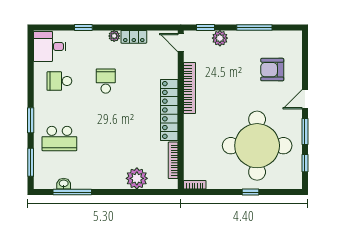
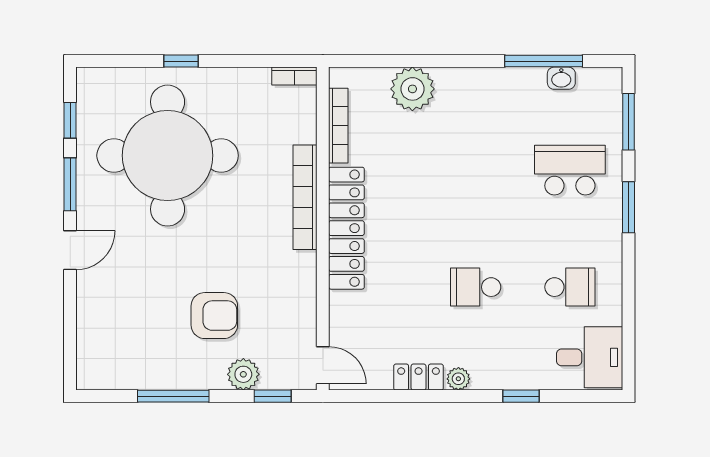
armchair: (272, 70) -> (214, 316), moved
school desk: (106, 81) -> (476, 287), turned 90
bookcase: (190, 88) -> (305, 197), moved

